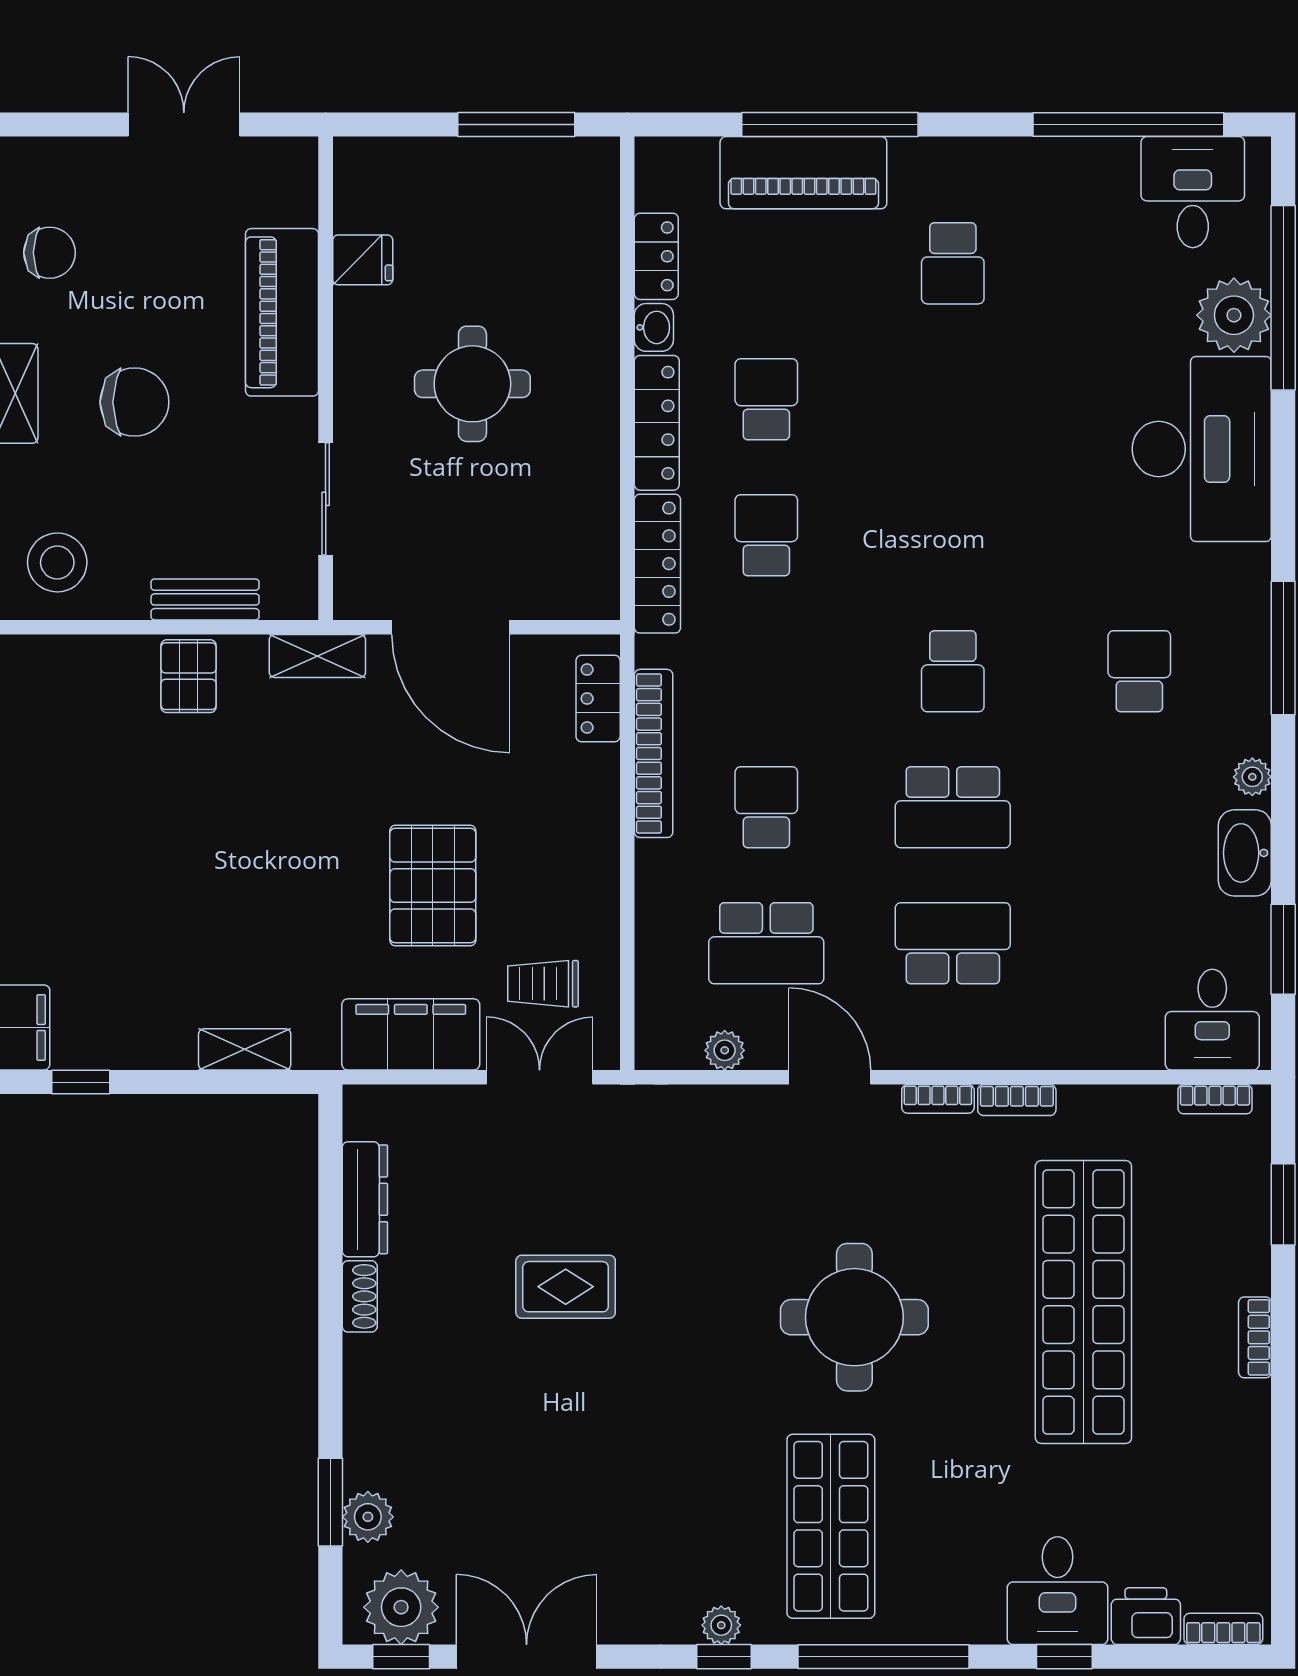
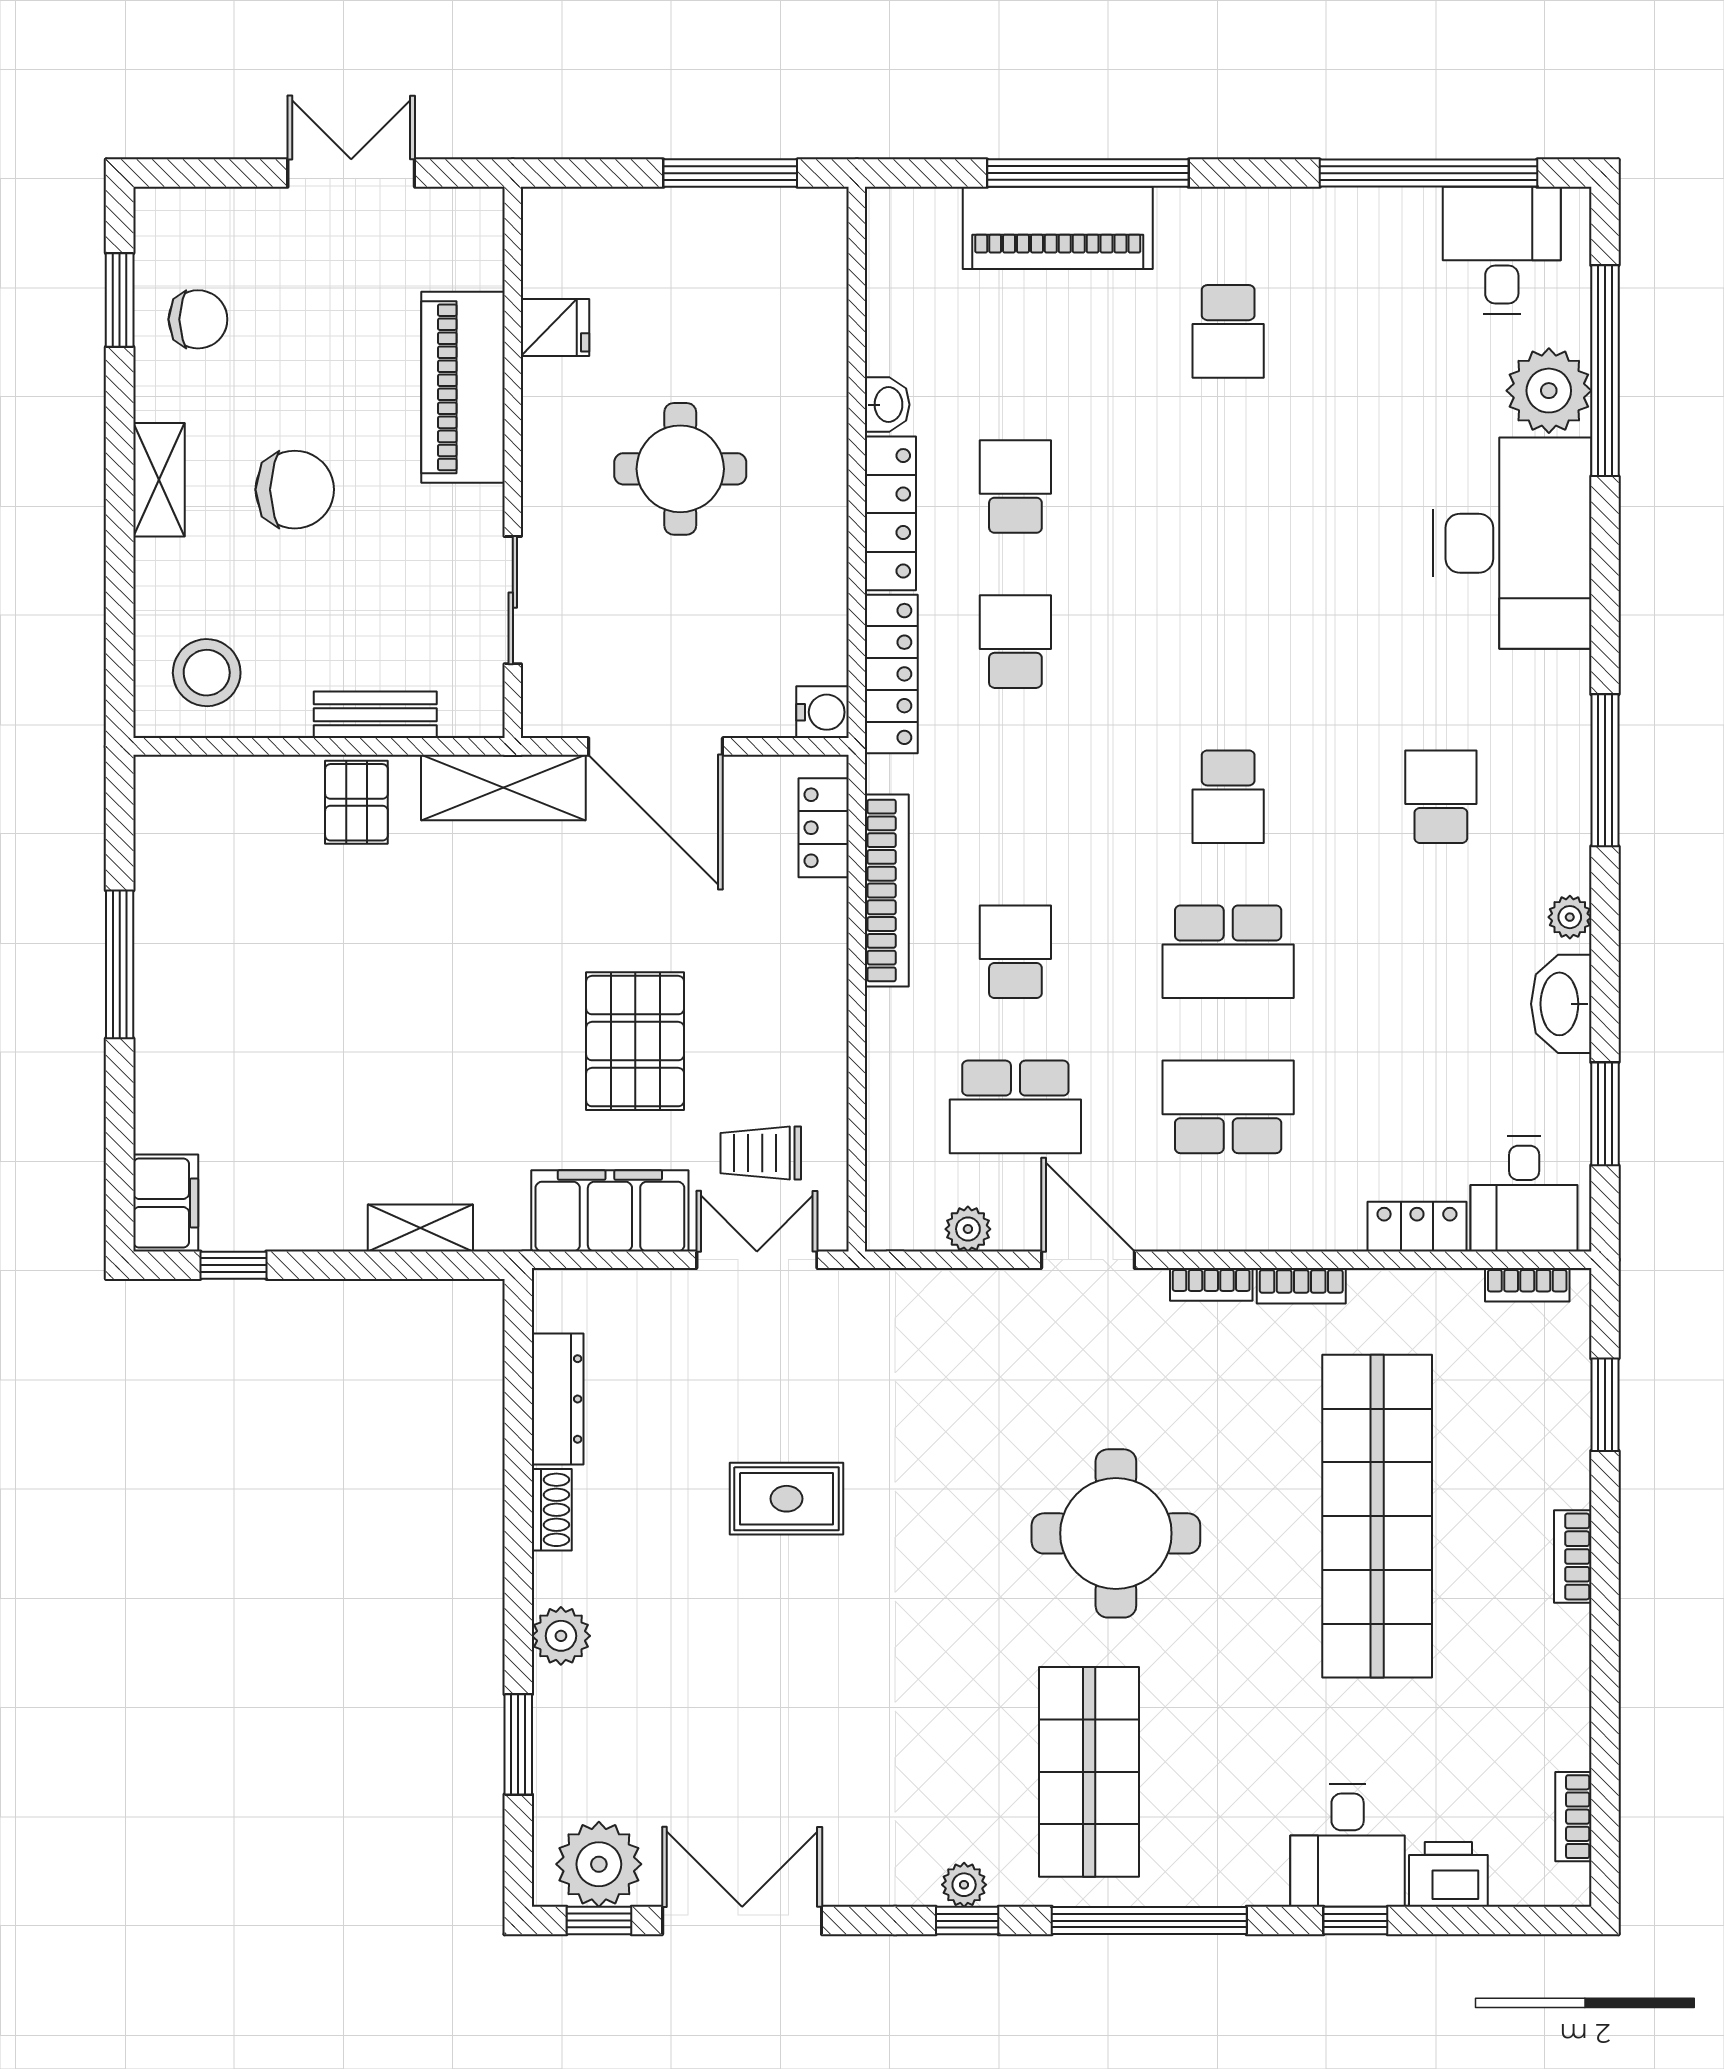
locker: (656, 256) -> (1417, 1227), moved, turned -90
water cooler: (597, 597) -> (823, 712), added
shelving: (317, 656) -> (503, 788), width x1.50, depth x1.33
plant: (368, 1517) -> (561, 1636), moved
bookcase: (1223, 1629) -> (1573, 1817), moved, turned -90

